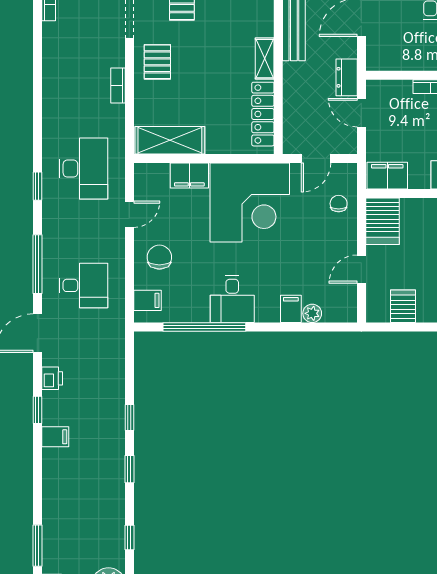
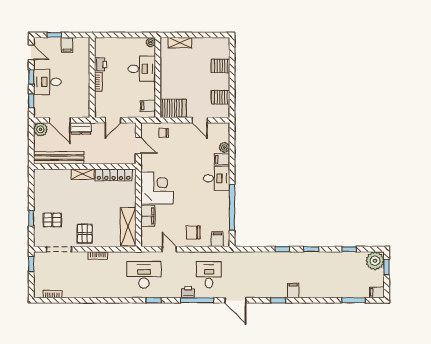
pallet: (157, 62) -> (85, 234), turned 90
dresser: (347, 77) -> (81, 128), moved
filing cabinet: (387, 176) -> (148, 106), width x0.50
corner desk: (250, 202) -> (157, 188), width x0.74, depth x0.74
desk: (232, 299) -> (216, 178), moved
printer: (52, 378) -> (188, 292), moved

